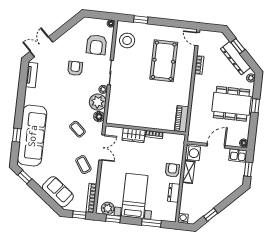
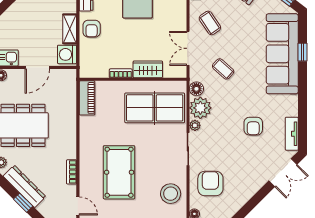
armchair: (75, 68) -> (253, 126), moved
table tennis table: (132, 106) -> (155, 108), added

